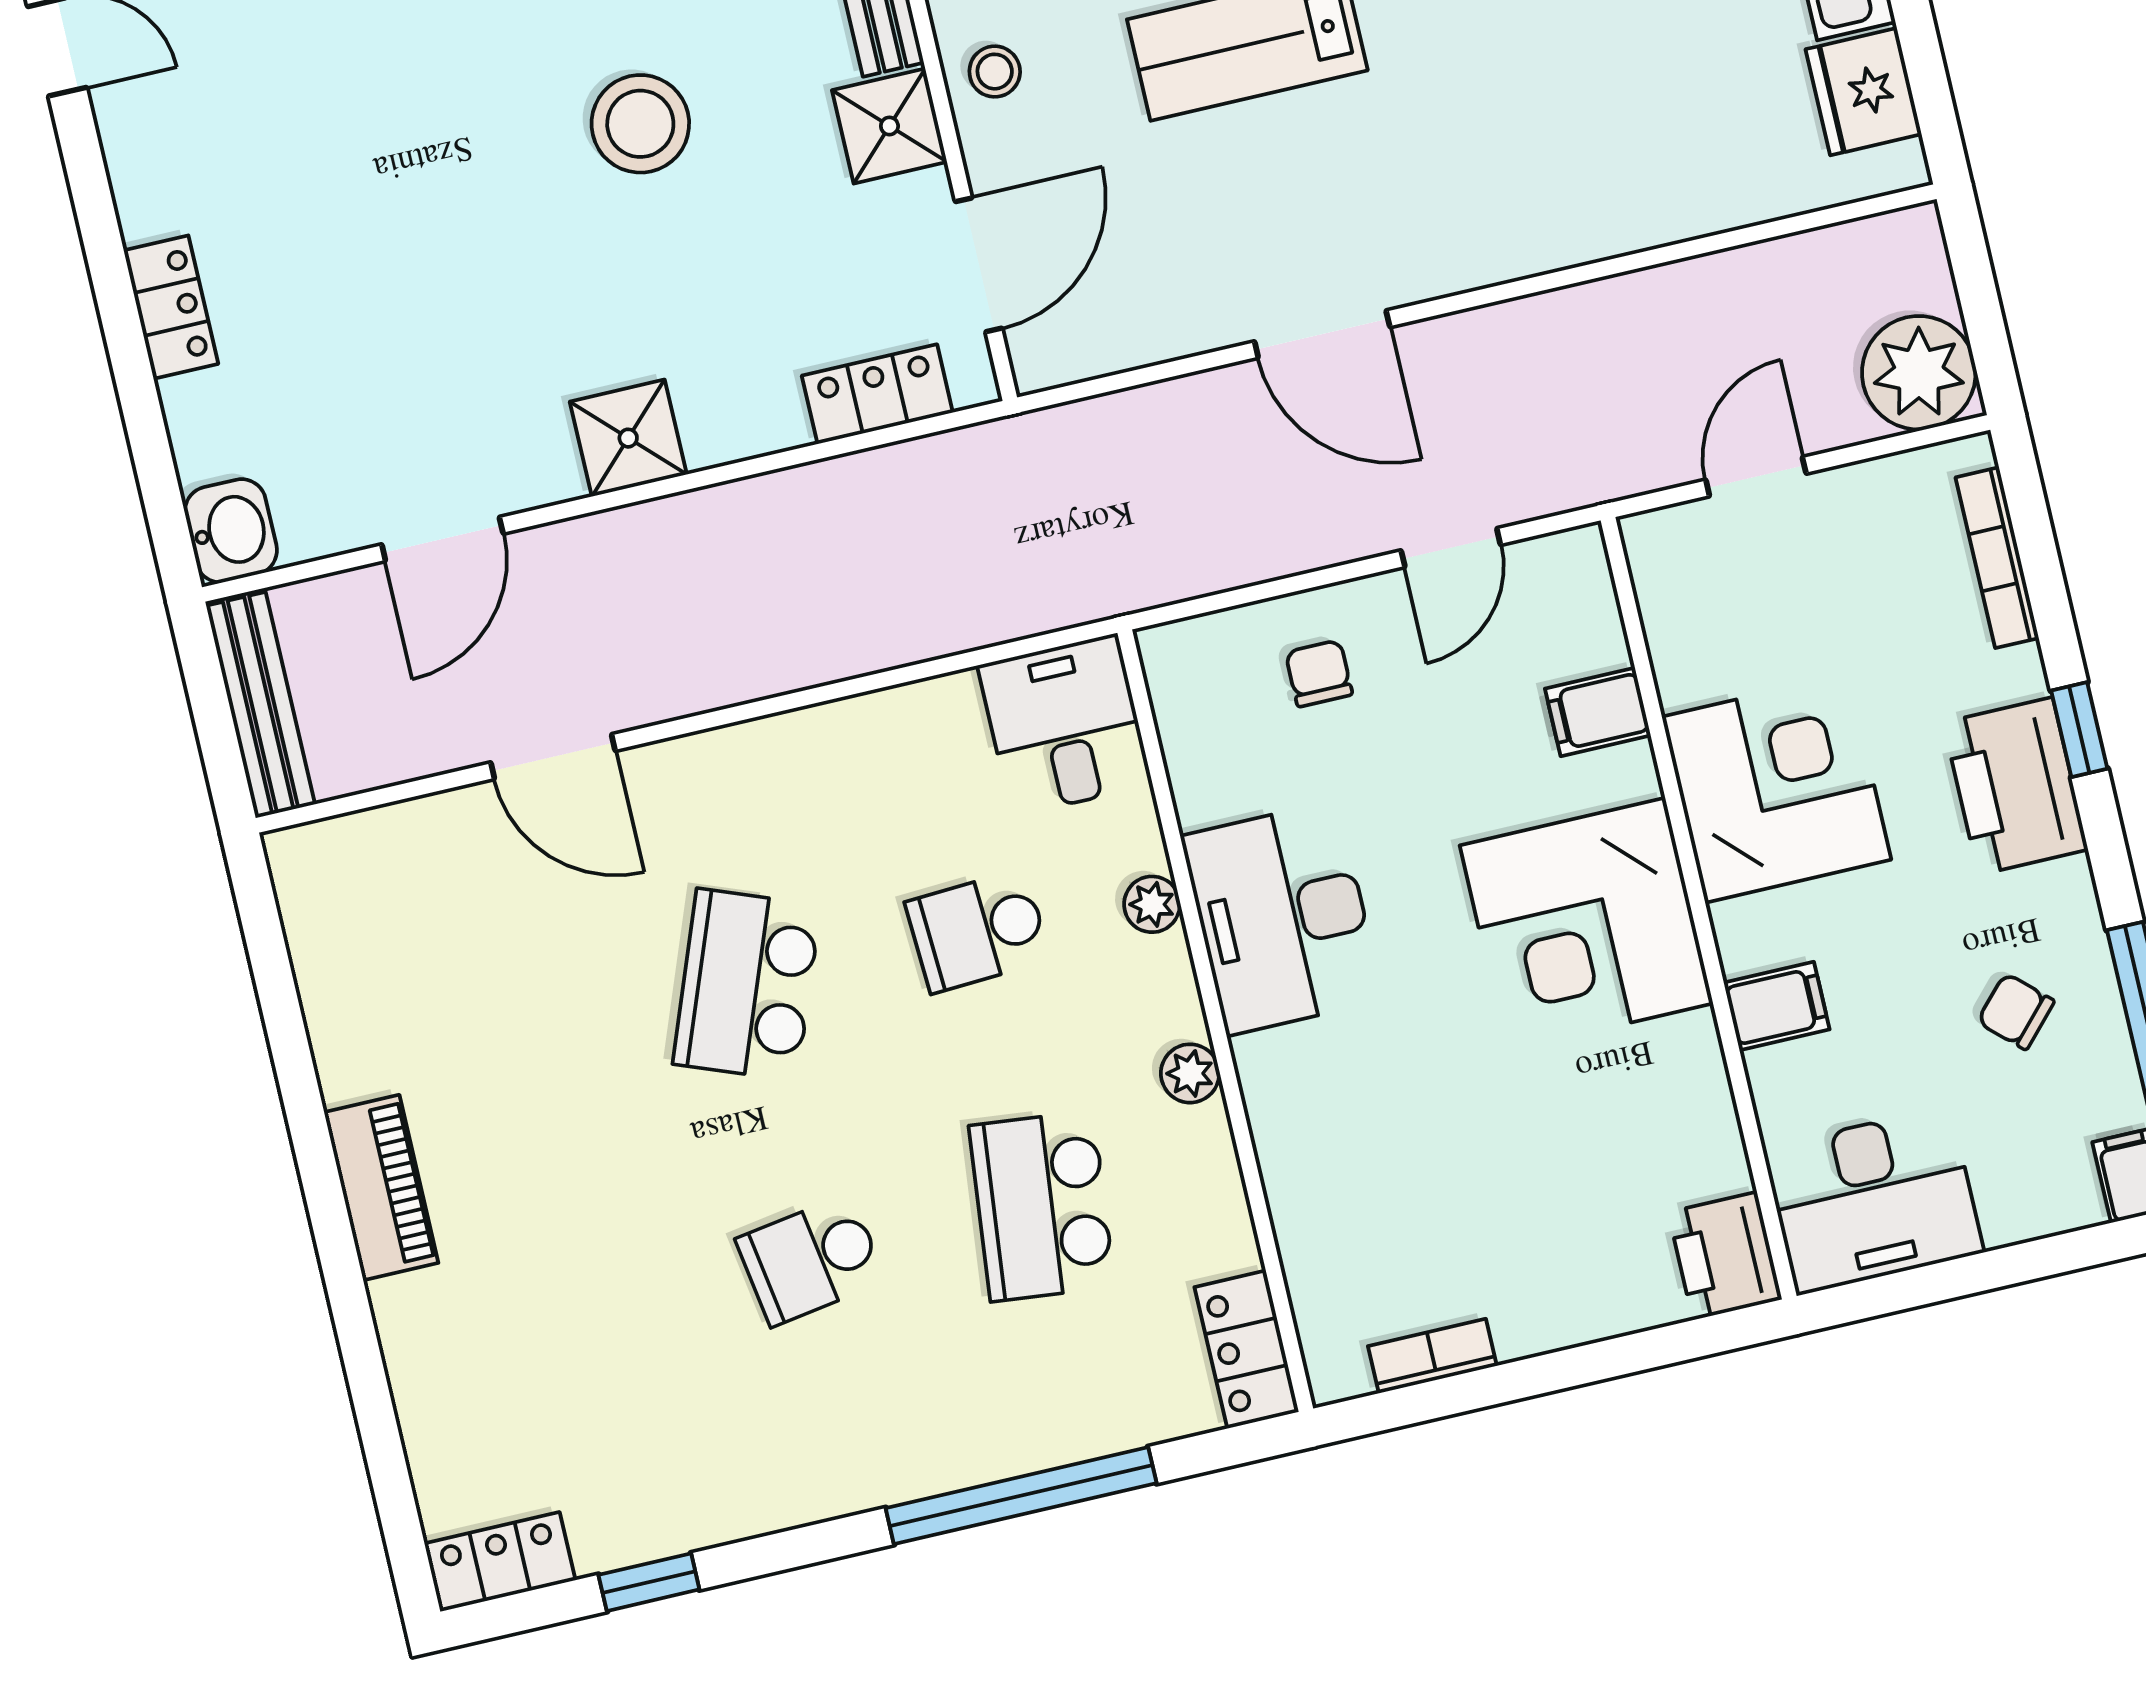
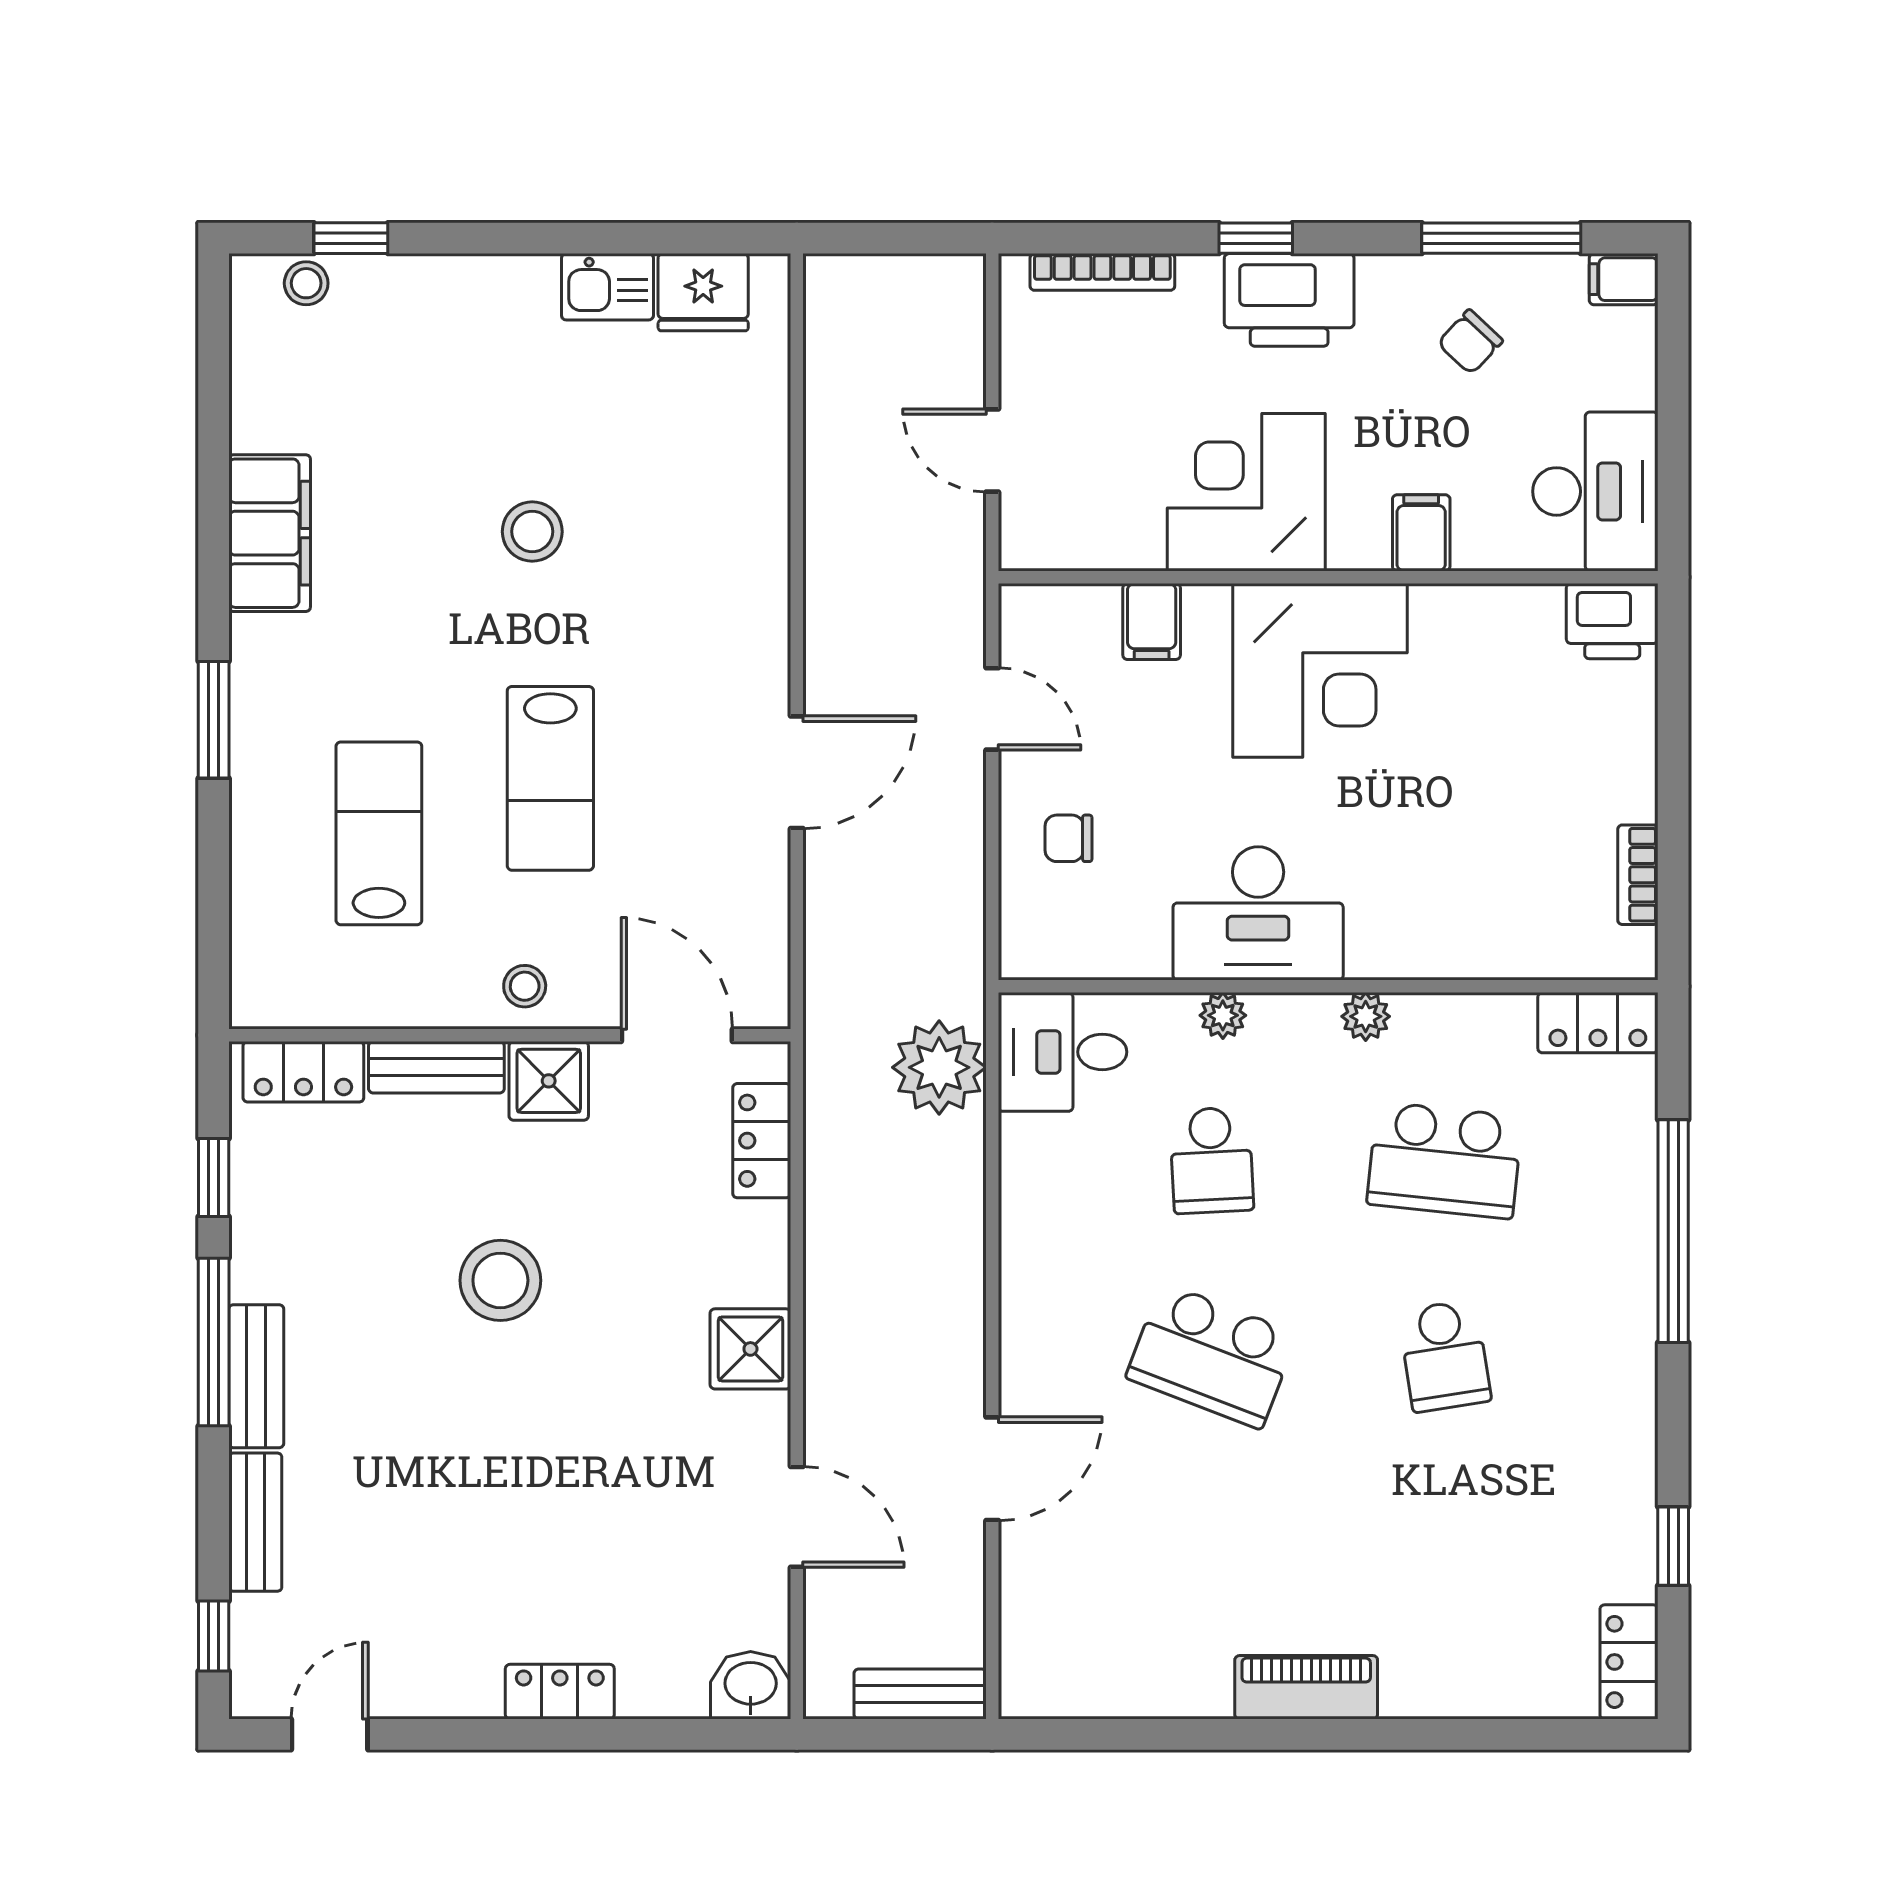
plant: (1919, 373) -> (939, 1067), moved
bench: (261, 705) -> (920, 1694), width x0.73

